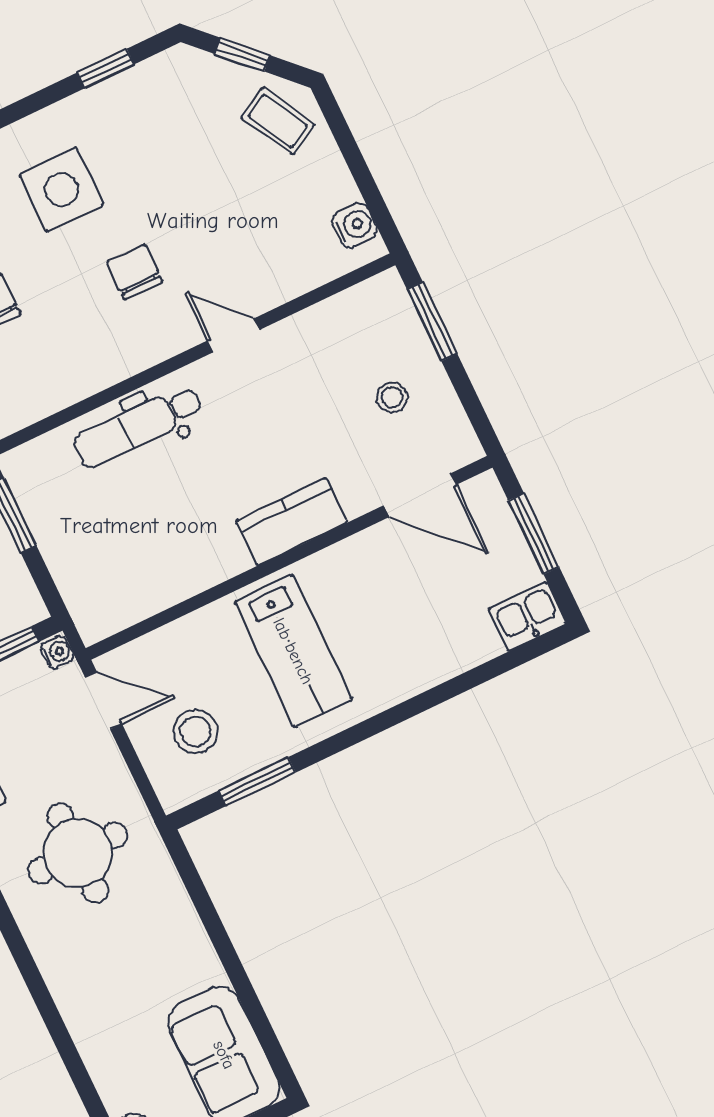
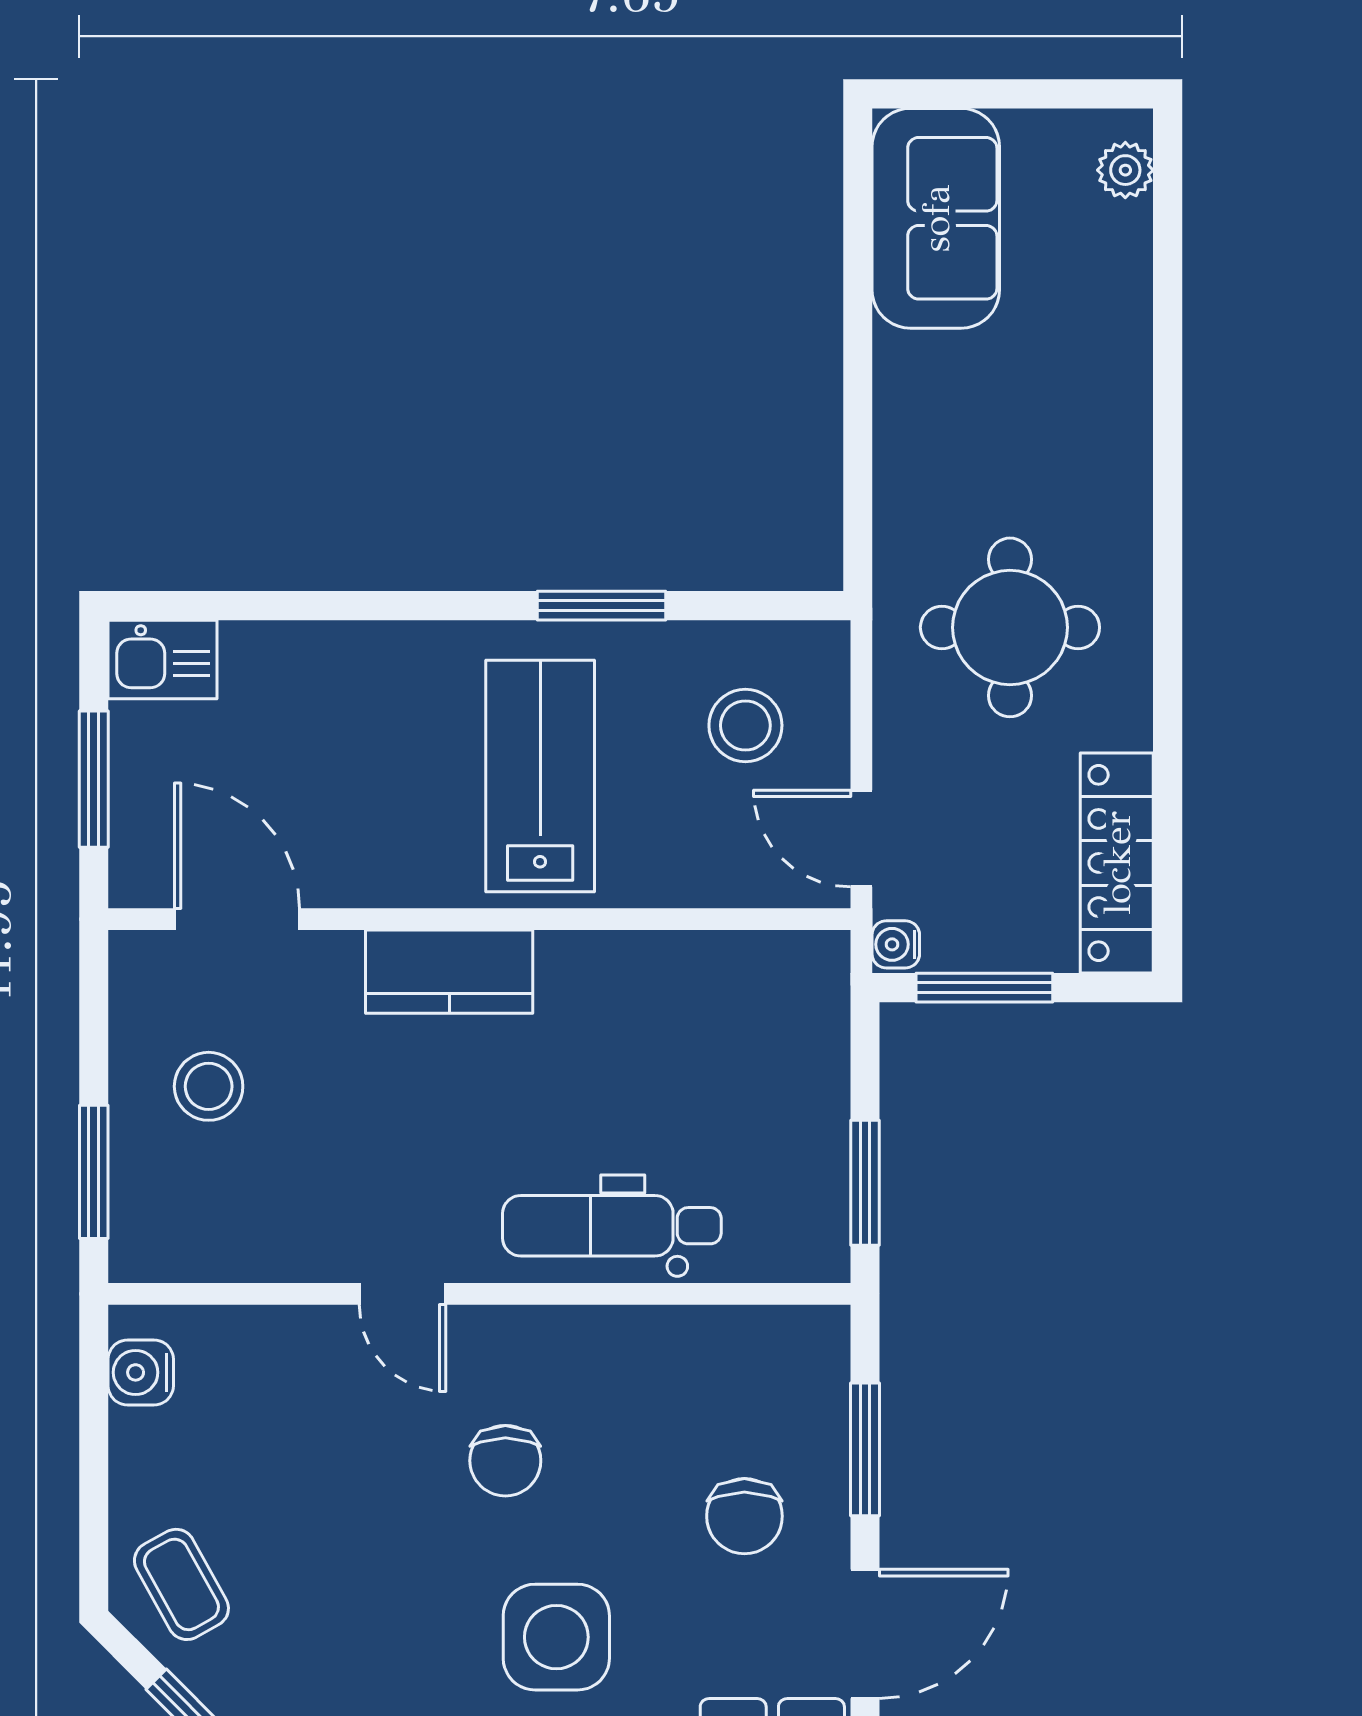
stool: (392, 397) -> (209, 1086), width x1.37, depth x1.37
dental chair: (138, 426) -> (612, 1226), turned 180
window: (257, 781) -> (601, 606), moved

